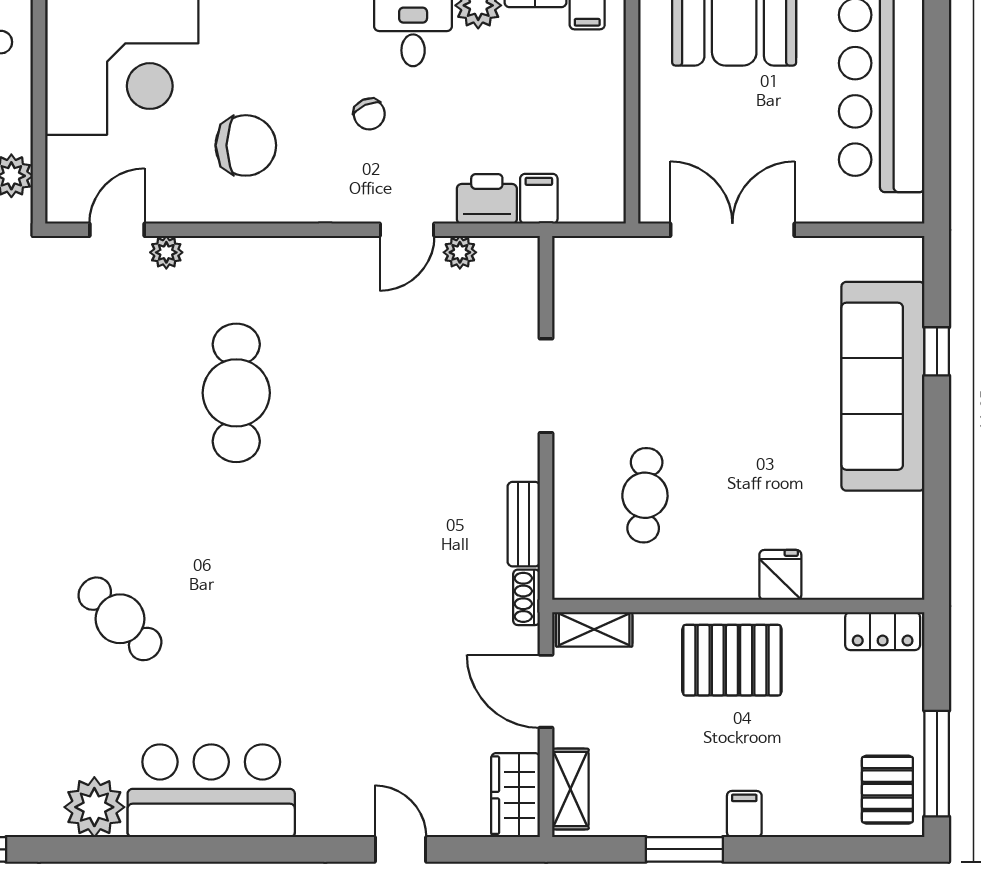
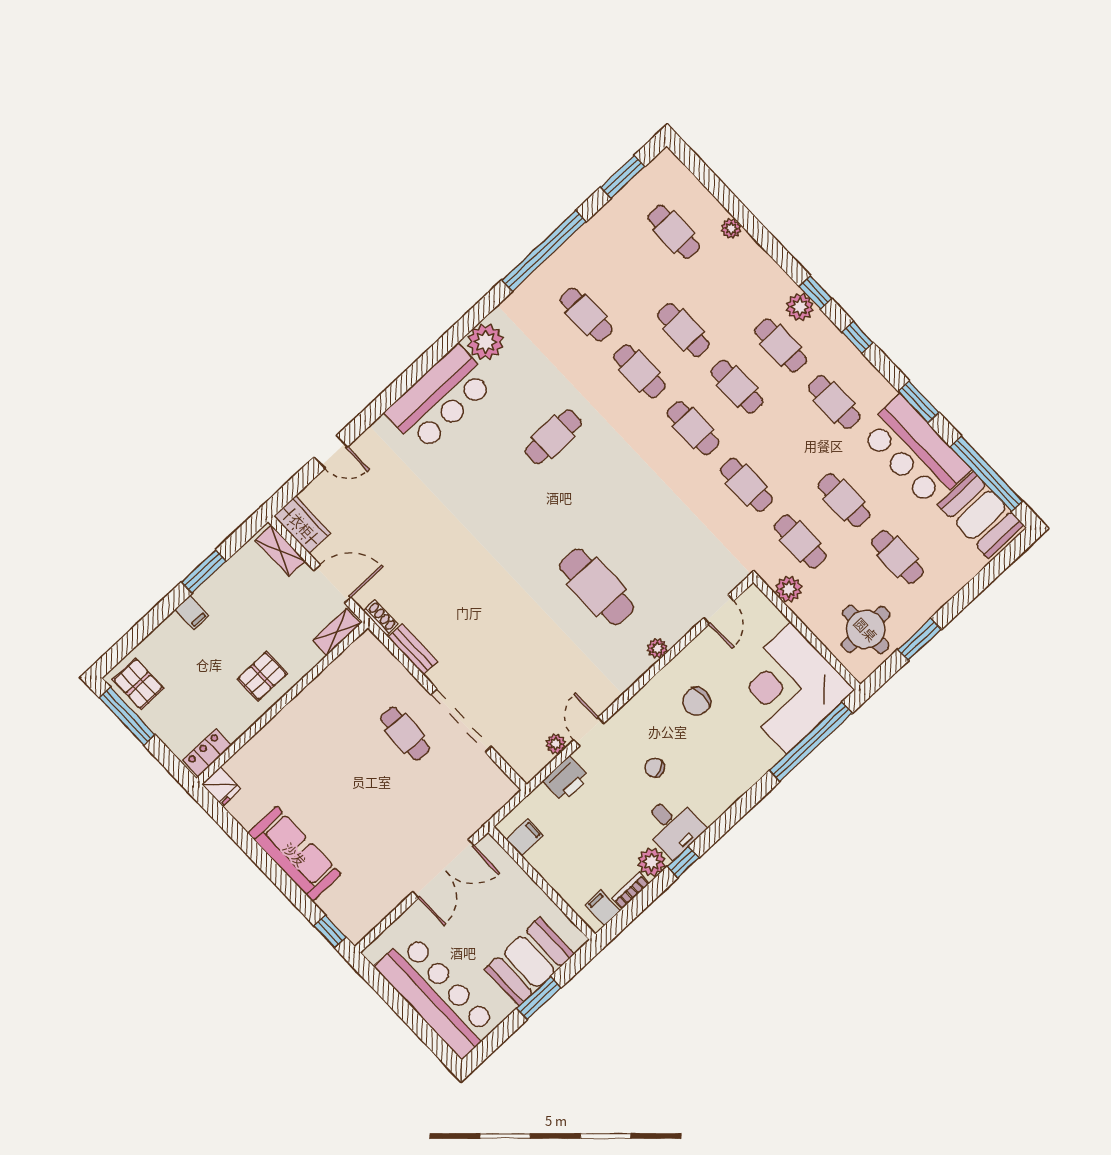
chair: (246, 145) -> (697, 701), width x0.73, depth x0.73
filing cabinet: (539, 199) -> (525, 837), moved, turned -90
plant: (166, 252) -> (657, 648), moved
window: (937, 351) -> (330, 931), moved
doorway: (546, 386) -> (461, 721), width x1.36
sofa: (883, 386) -> (295, 854), width x0.74, depth x0.79
cafe table: (645, 495) -> (405, 734), moved
fridge: (780, 575) -> (221, 787), moved
cafe table: (120, 619) -> (553, 437), turned -45
pallet: (732, 660) -> (262, 676), width x0.67, depth x0.71

